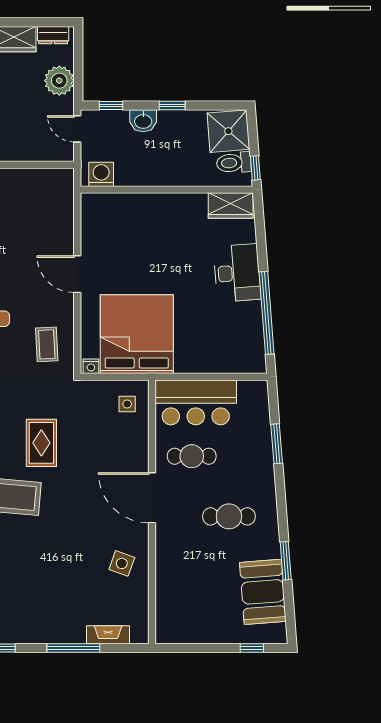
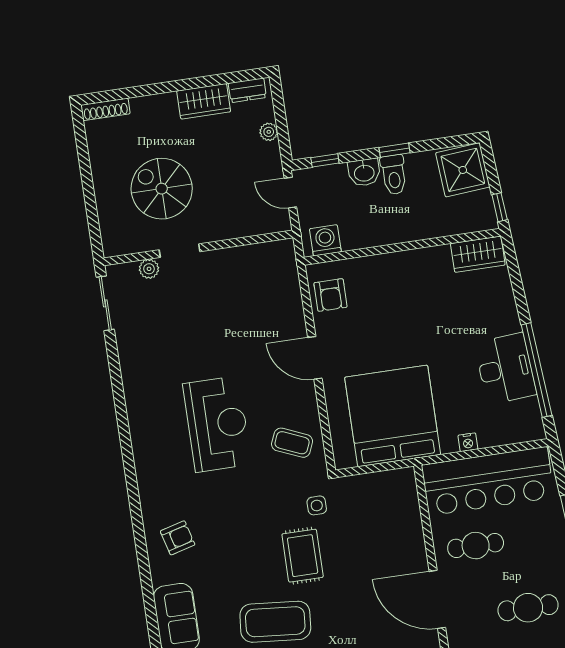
plant: (59, 81) -> (269, 132), width x0.53, depth x0.53
toilet: (234, 163) -> (394, 175), moved, turned -86
armchair: (99, 222) -> (330, 295), added
desk: (237, 273) -> (505, 369), moved
coffee table: (47, 344) -> (292, 443), turned -64
nightstand: (91, 366) -> (468, 442), moved
bar counter: (196, 402) -> (488, 481), width x1.36
side table: (127, 404) -> (317, 505), moved

